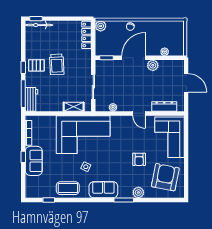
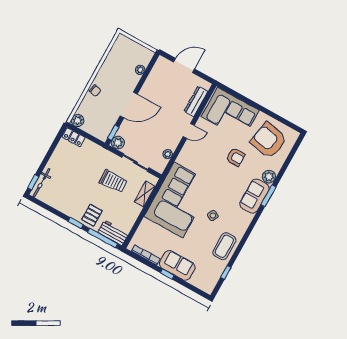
locker: (87, 35) -> (74, 137), width x0.66
door: (134, 58) -> (129, 105), swing flipped
trolley: (57, 64) -> (113, 181), moved
pallet: (36, 65) -> (92, 215), moved
plant: (153, 65) -> (118, 143), moved
sofa: (103, 190) -> (254, 196), moved

